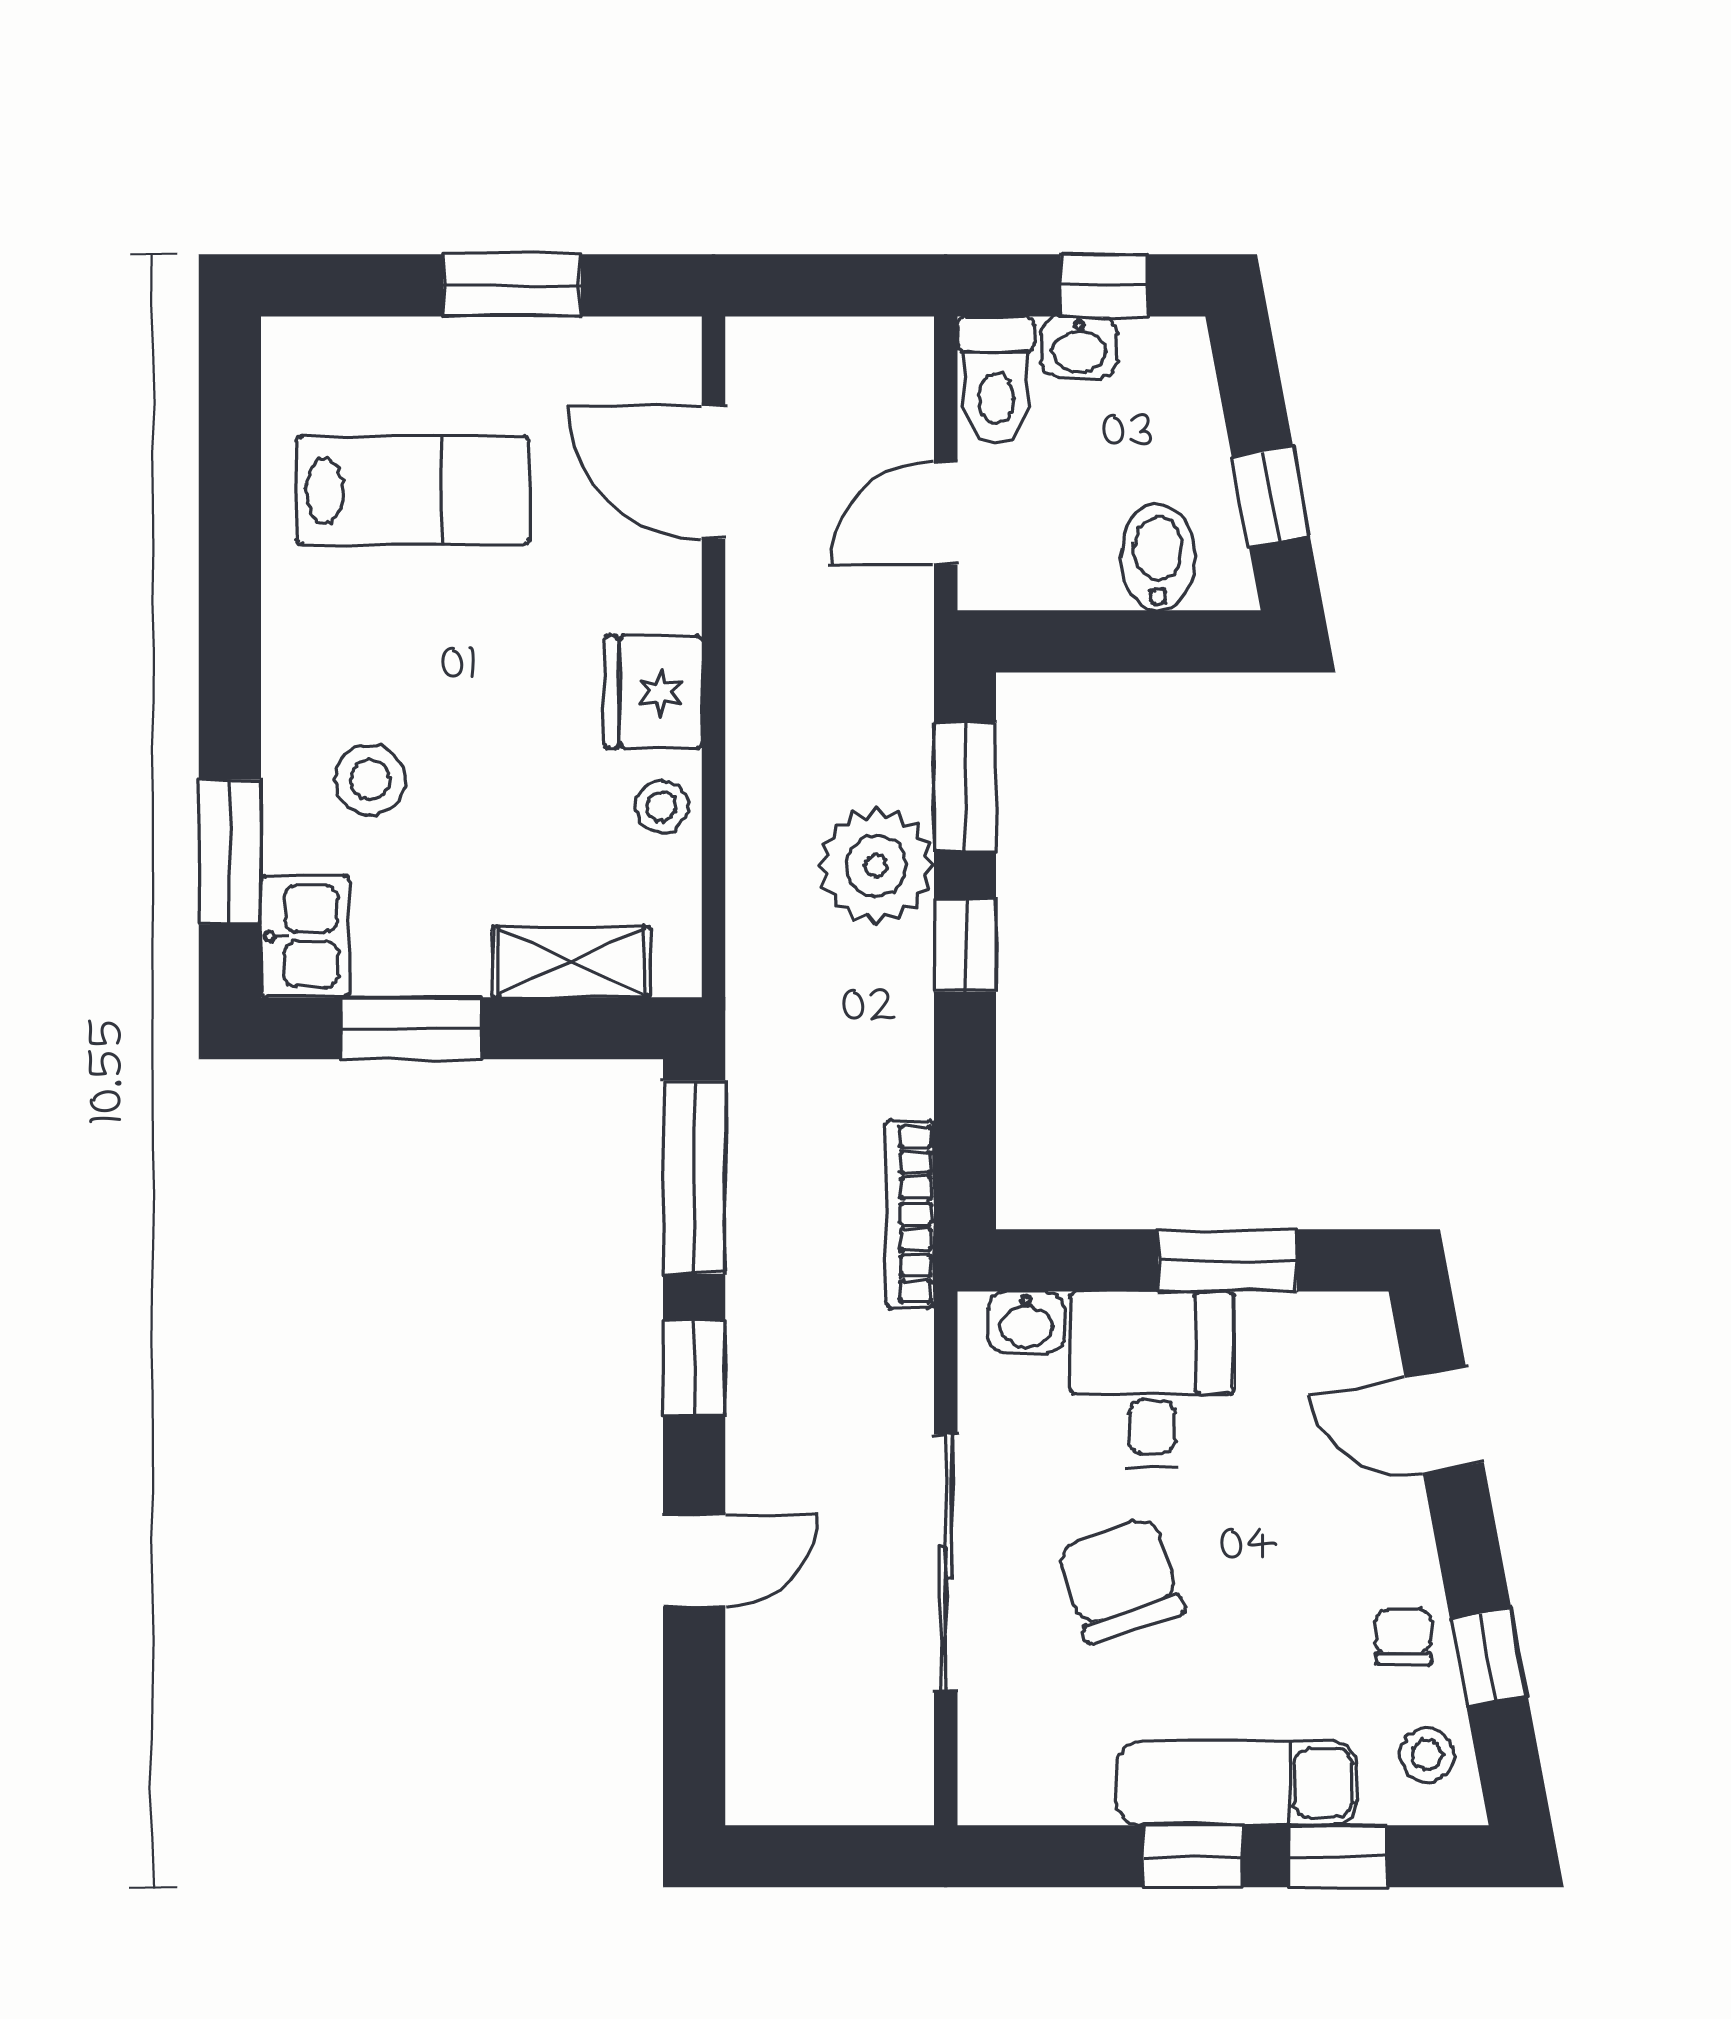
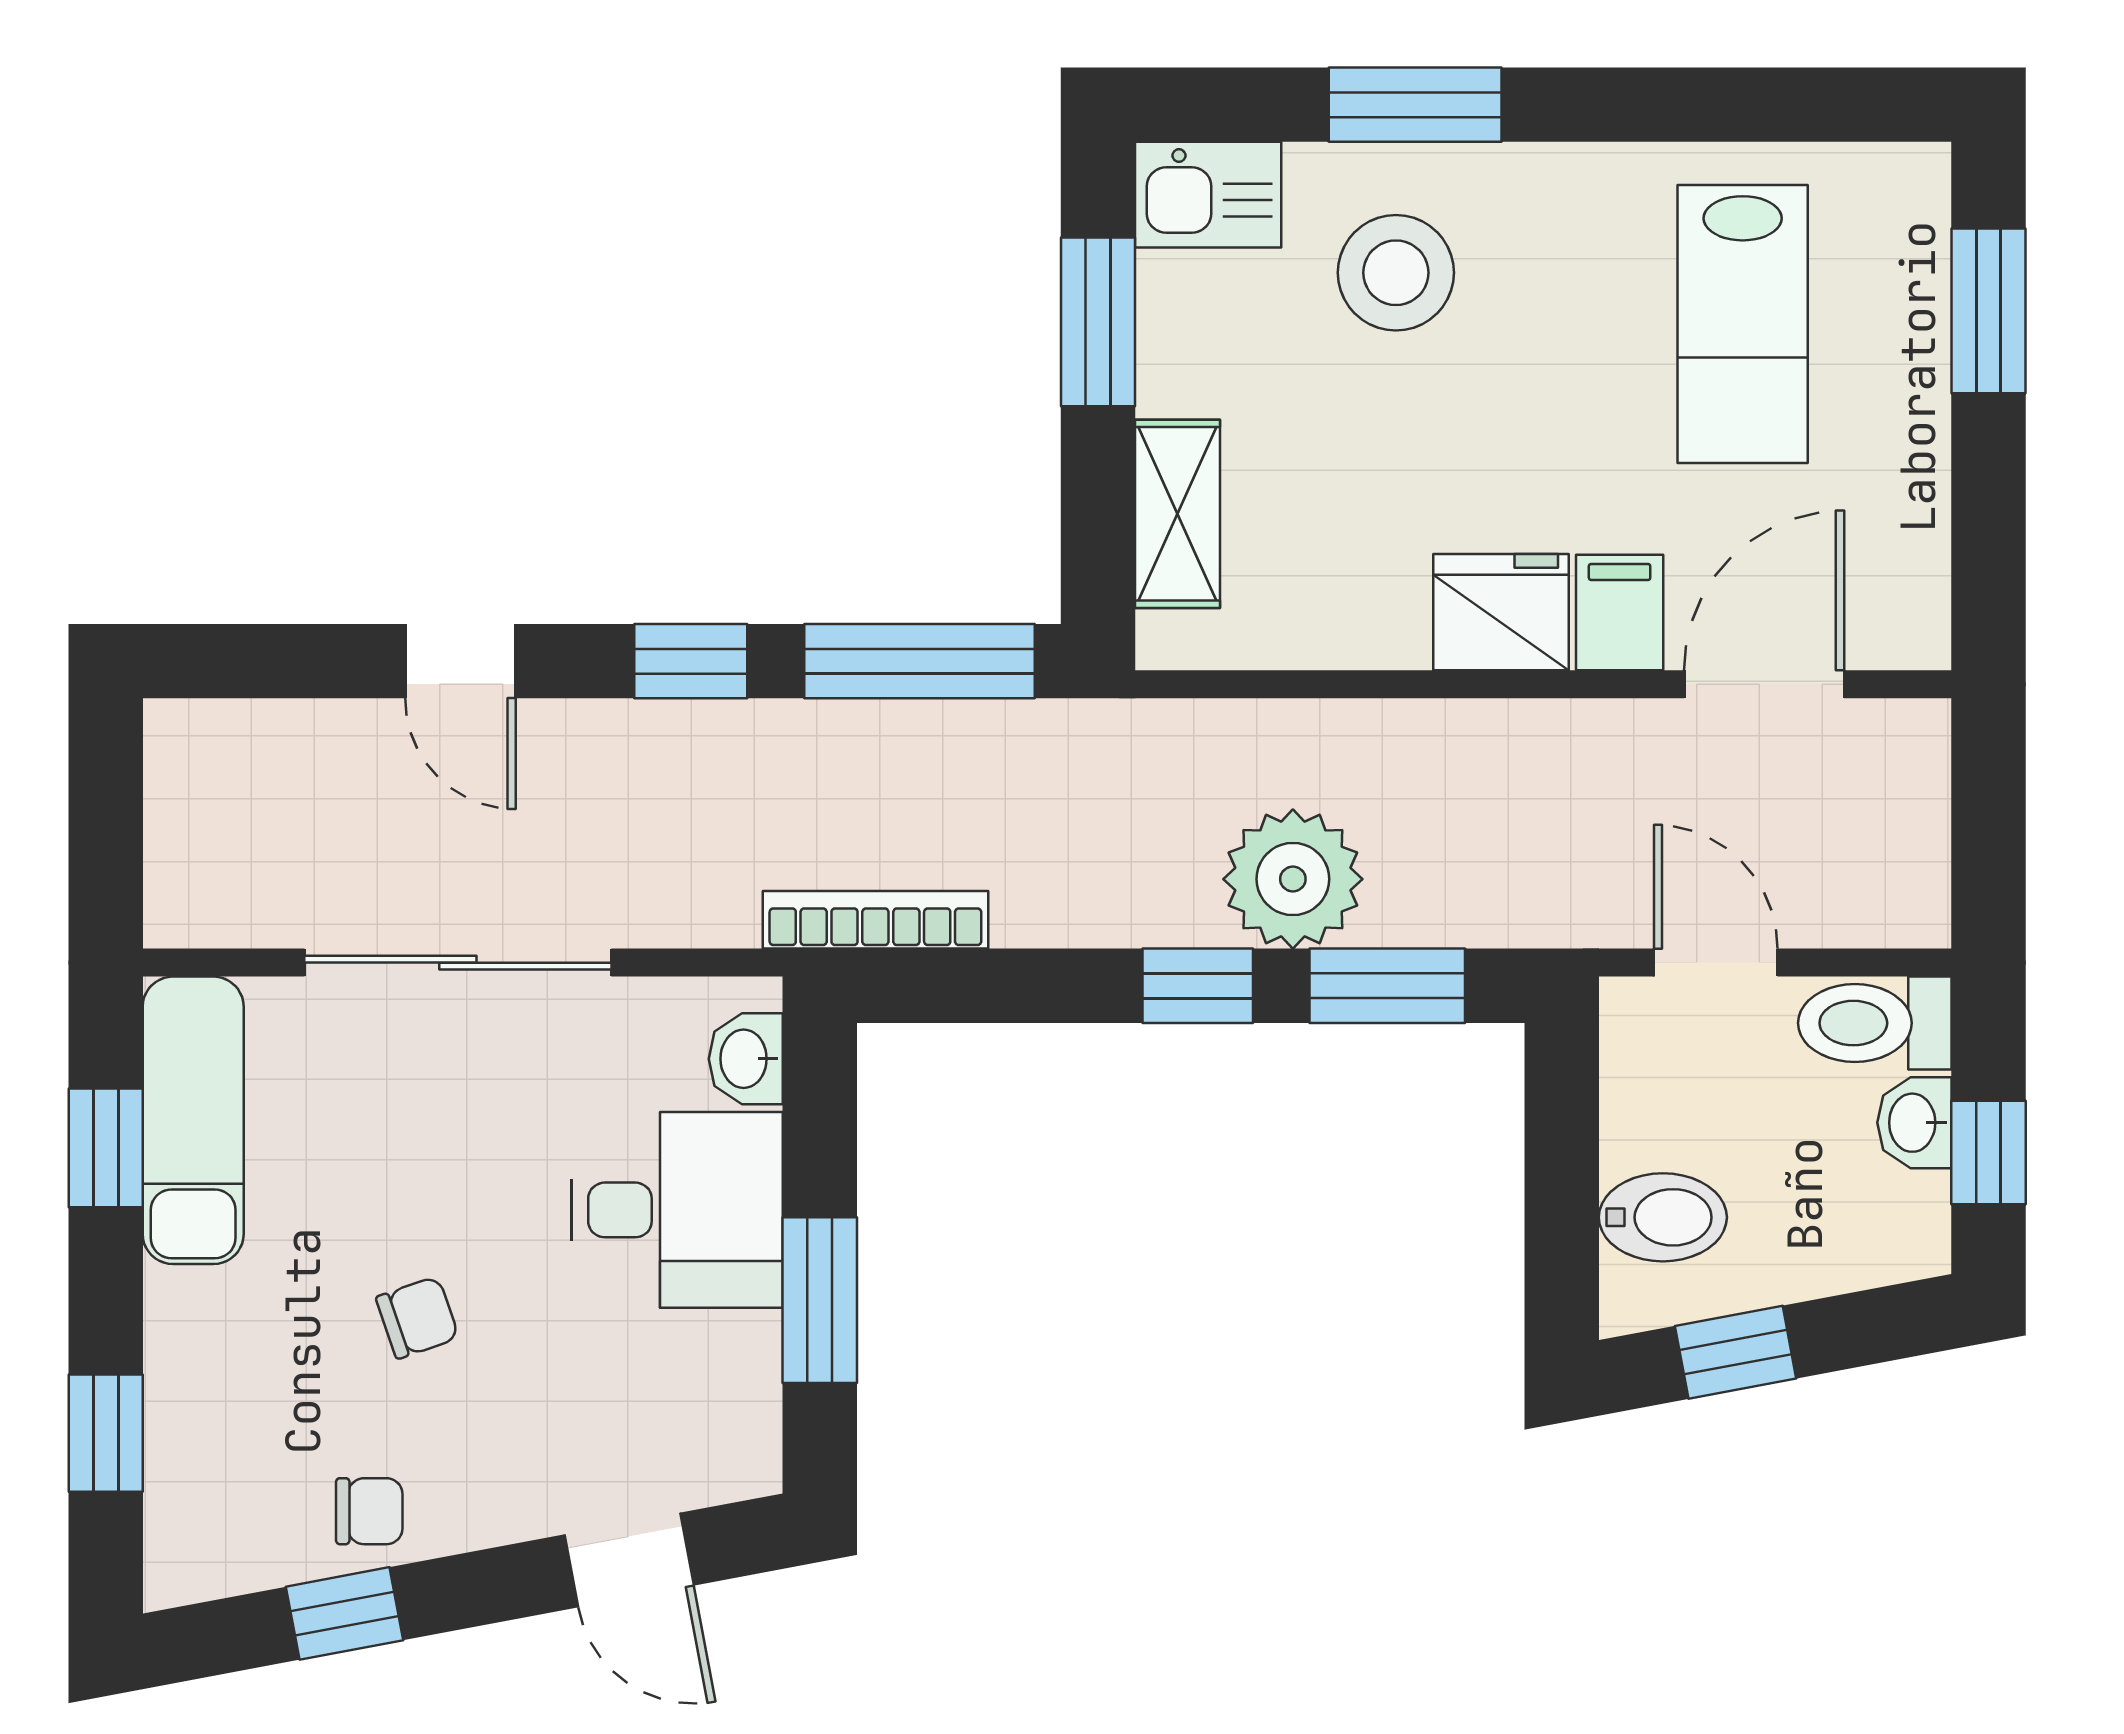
window: (512, 285) -> (1988, 311), moved
filing cabinet: (654, 593) -> (1620, 612), added
stool: (370, 780) -> (1396, 273), width x1.38, depth x1.38
stool: (662, 807) -> (1364, 622), removed
window: (230, 852) -> (1415, 105), moved
door: (1444, 1420) -> (629, 1560), swing flipped
chair: (1120, 1580) -> (417, 1318), moved, width x0.54, depth x0.54
stool: (1427, 1755) -> (227, 1540), removed
exam couch: (1237, 1783) -> (193, 1120), moved
window: (1193, 1856) -> (106, 1148), moved

